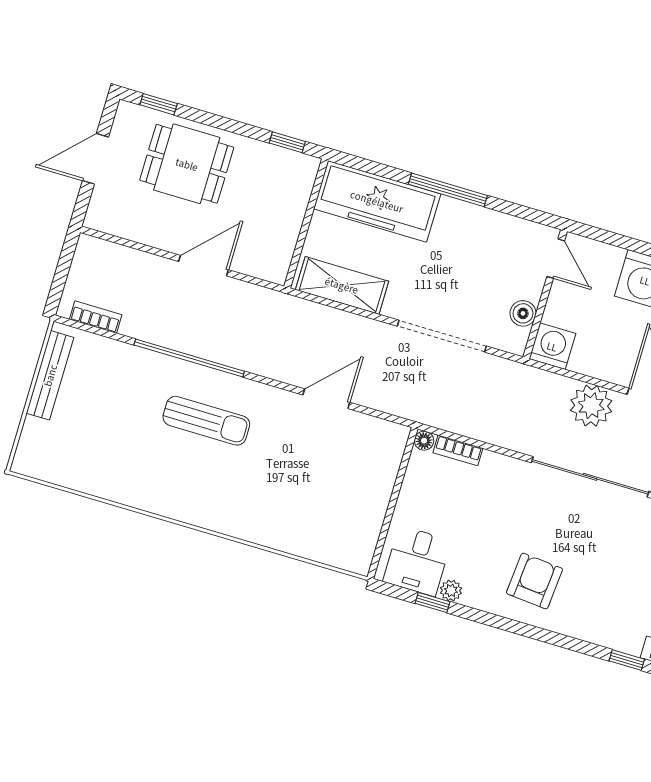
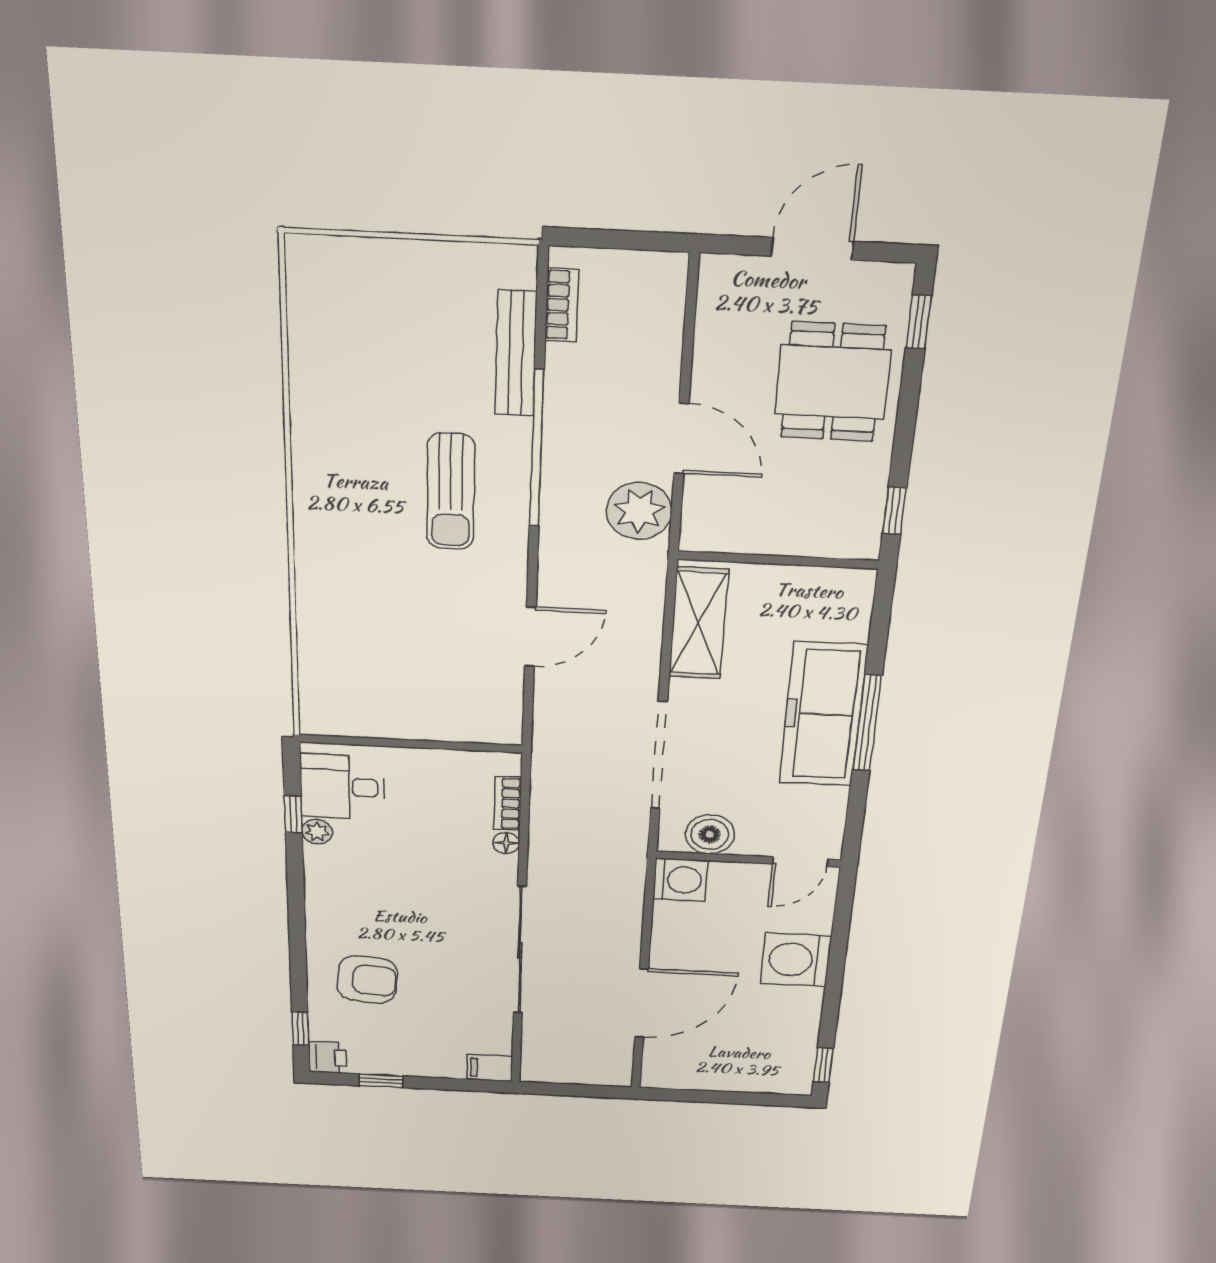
door: (95, 159) -> (812, 249), hinge flipped
freezer: (377, 201) -> (823, 715), moved
boiler: (523, 313) -> (710, 834), width x1.36, depth x1.36
bench: (50, 375) -> (516, 353), moved, turned 90
door: (326, 399) -> (530, 637), hinge flipped
plant: (591, 406) -> (639, 511), moved
floor lamp: (424, 441) -> (506, 843), moved
armchair: (534, 581) -> (367, 980), moved

